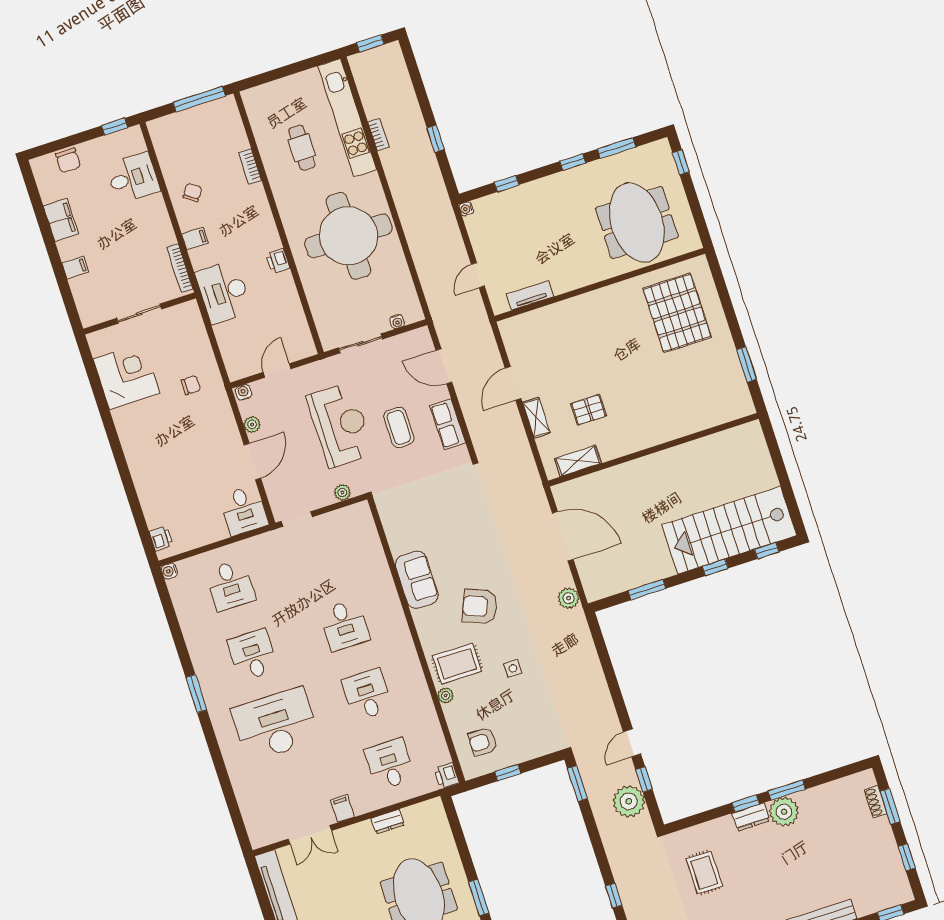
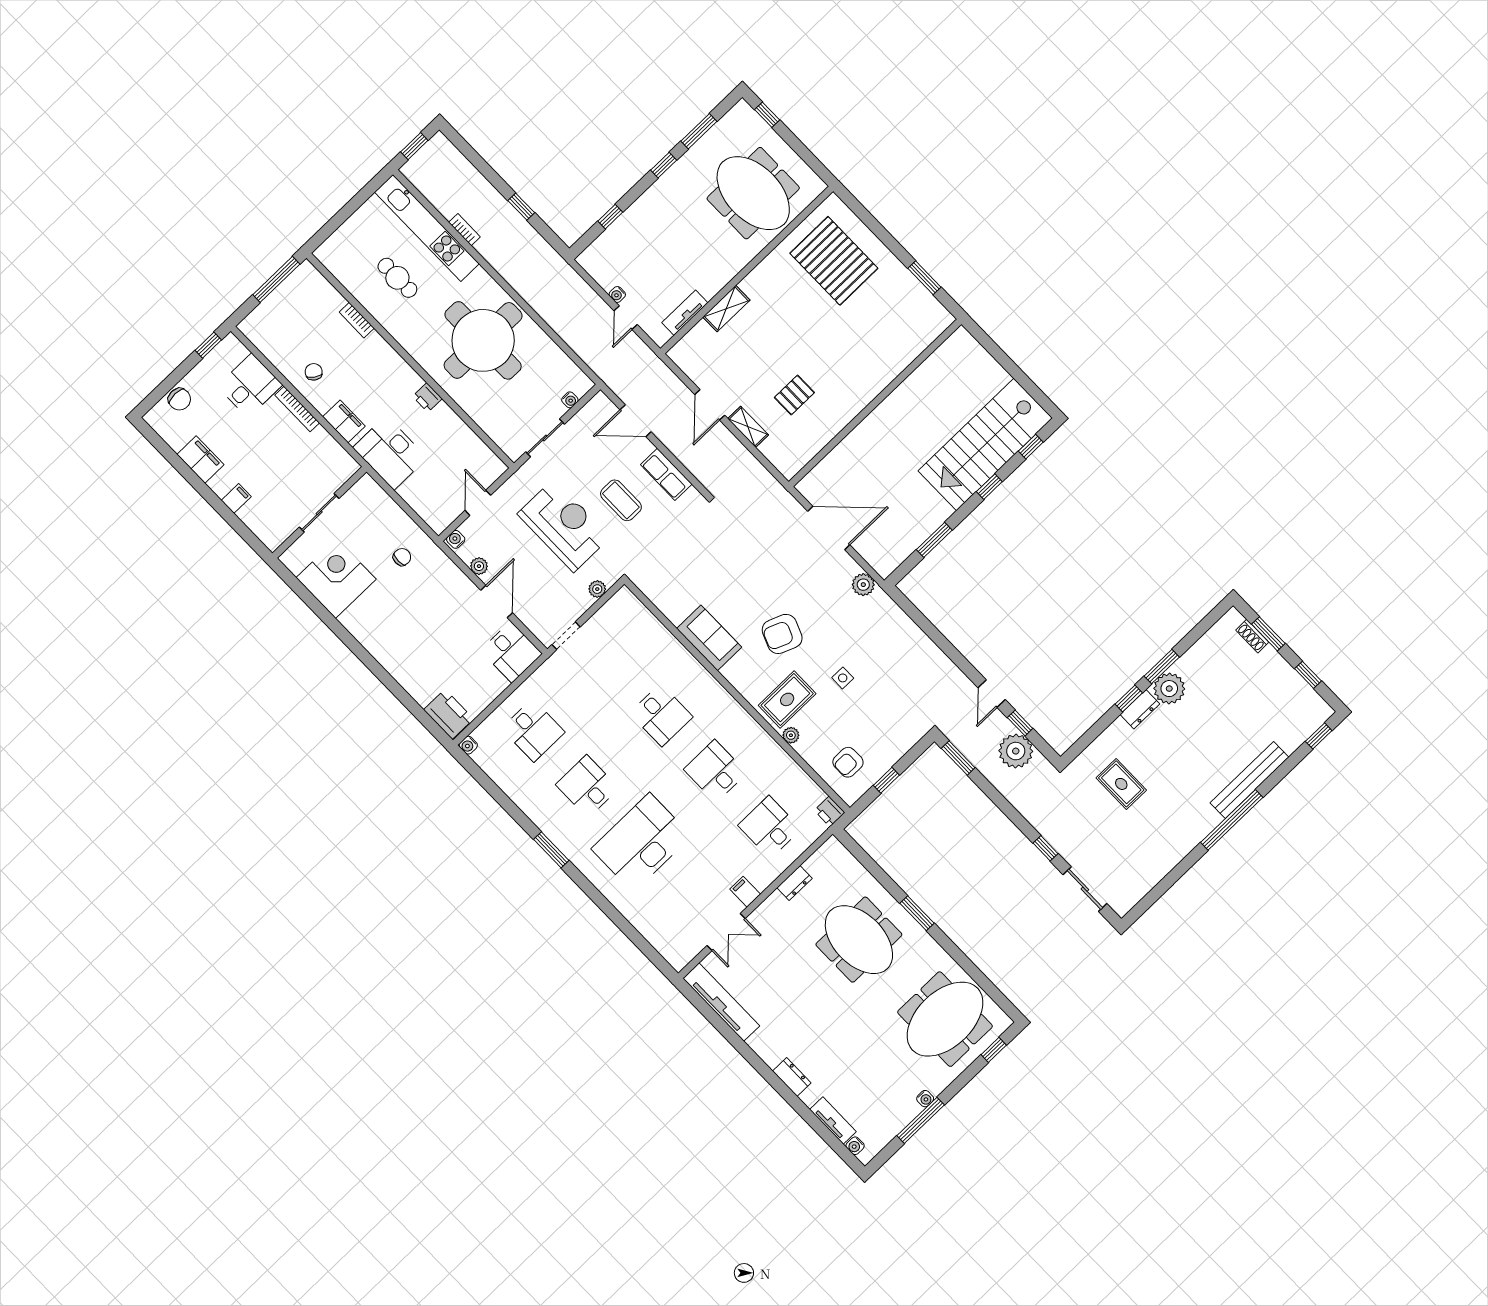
water cooler: (466, 209) -> (617, 295), moved
filing cabinet: (195, 239) -> (344, 421), width x2.00
bookcase: (180, 268) -> (297, 409), moved
shelving: (578, 461) -> (726, 309), moved
printer: (161, 538) -> (449, 714), width x1.87, depth x1.48

